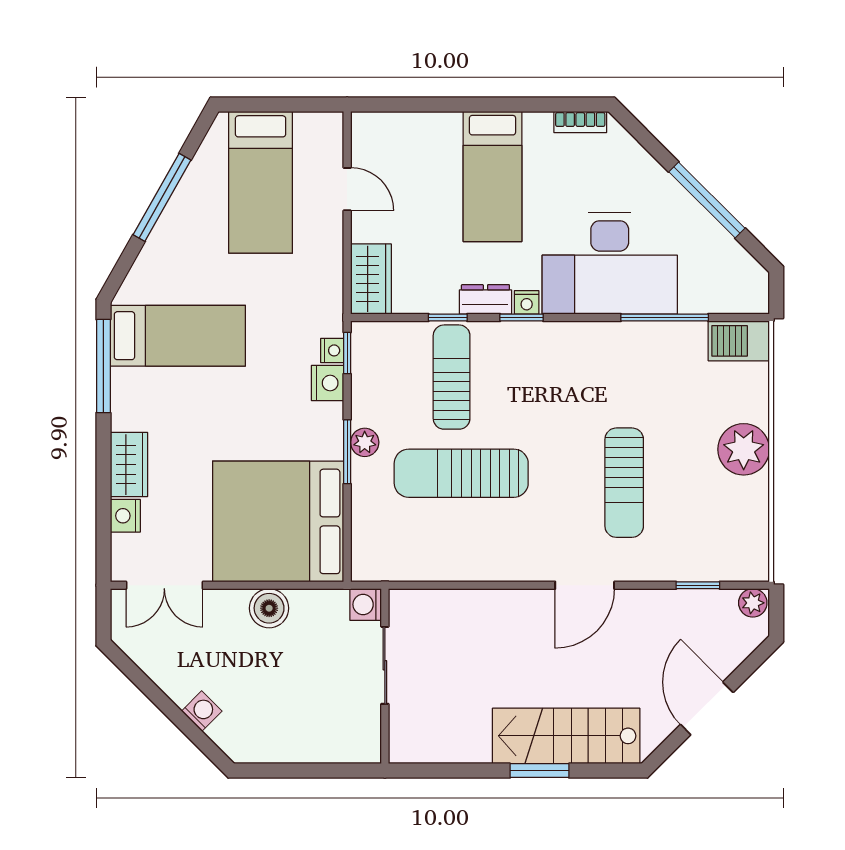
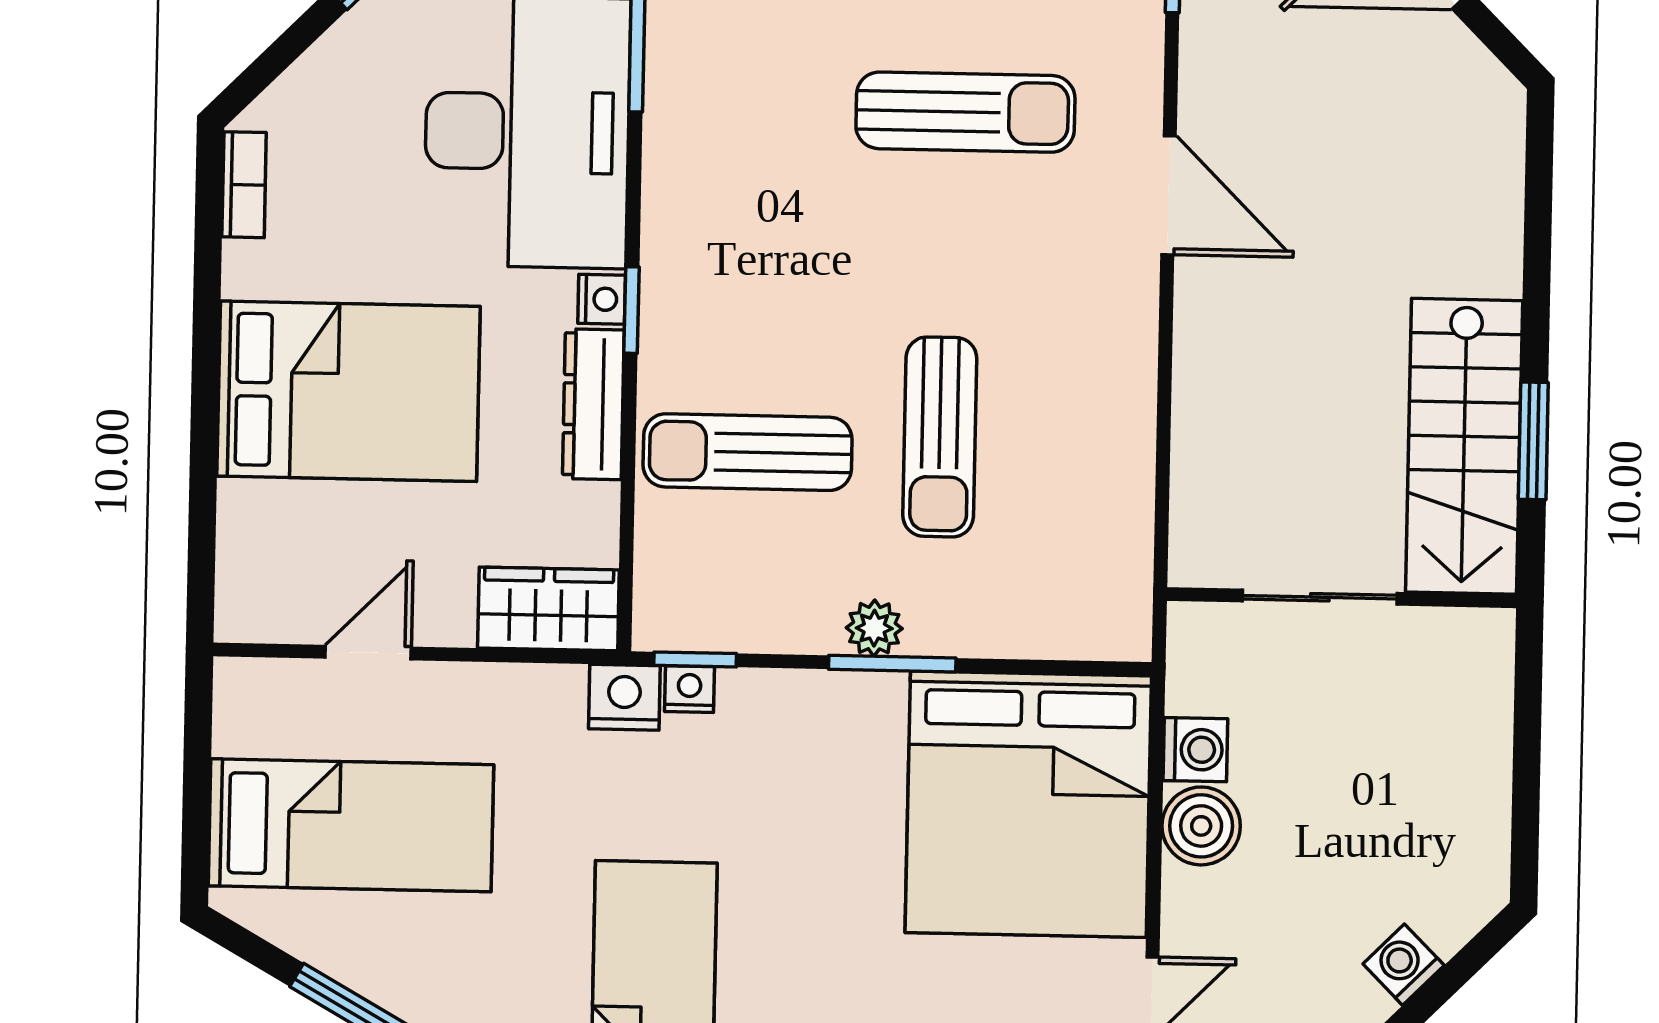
bed: (493, 177) -> (349, 391), width x1.50
dresser: (485, 299) -> (593, 404), width x1.44
window: (448, 317) -> (628, 457), removed
nightstand: (328, 383) -> (624, 697), moved
sun lounger: (461, 473) -> (940, 437), width x0.73, depth x0.75
washing machine: (366, 604) -> (1195, 750), moved, turned -90
stairs: (566, 736) -> (1464, 446), moved
window: (539, 771) -> (1533, 441), moved

